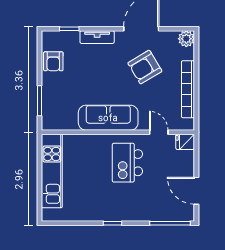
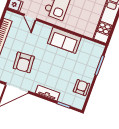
armchair: (145, 67) -> (24, 62), turned 117
sofa: (108, 118) -> (64, 40), width x0.73

